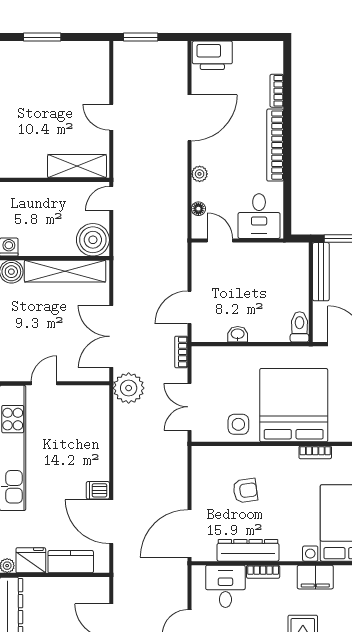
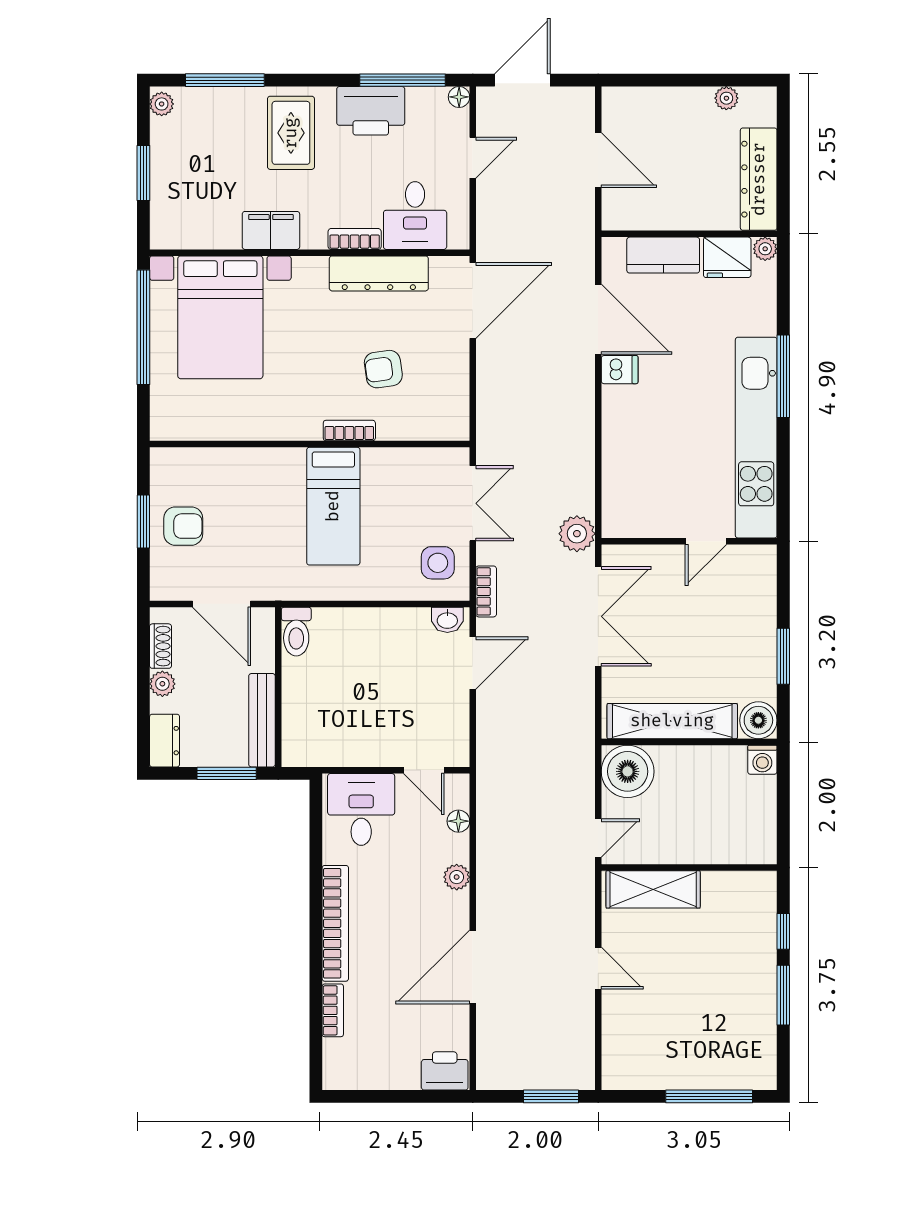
window: (42, 37) -> (709, 1096), width x1.44
printer: (212, 55) -> (445, 1071), width x0.73, depth x0.84
washbasin: (238, 334) -> (447, 620), moved
plant: (129, 388) -> (577, 534), width x0.73, depth x0.73
bed: (294, 405) -> (333, 506), width x0.49
side table: (238, 424) -> (438, 563), moved
bookcase: (315, 452) -> (349, 431), moved

